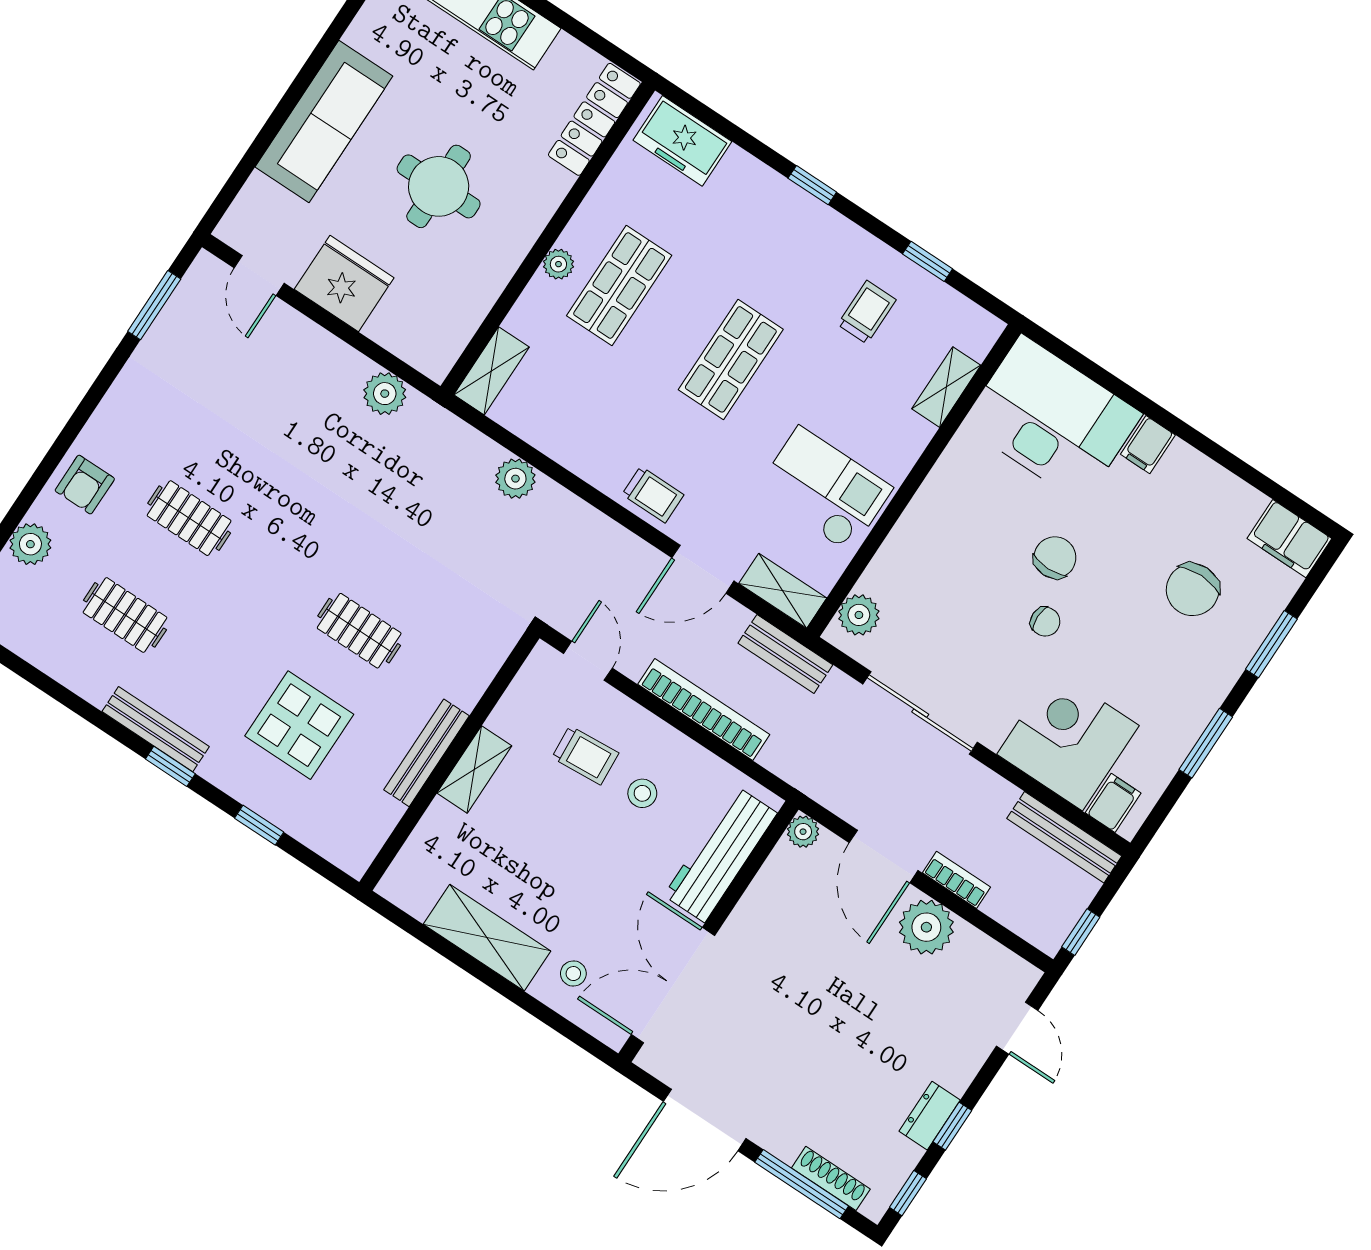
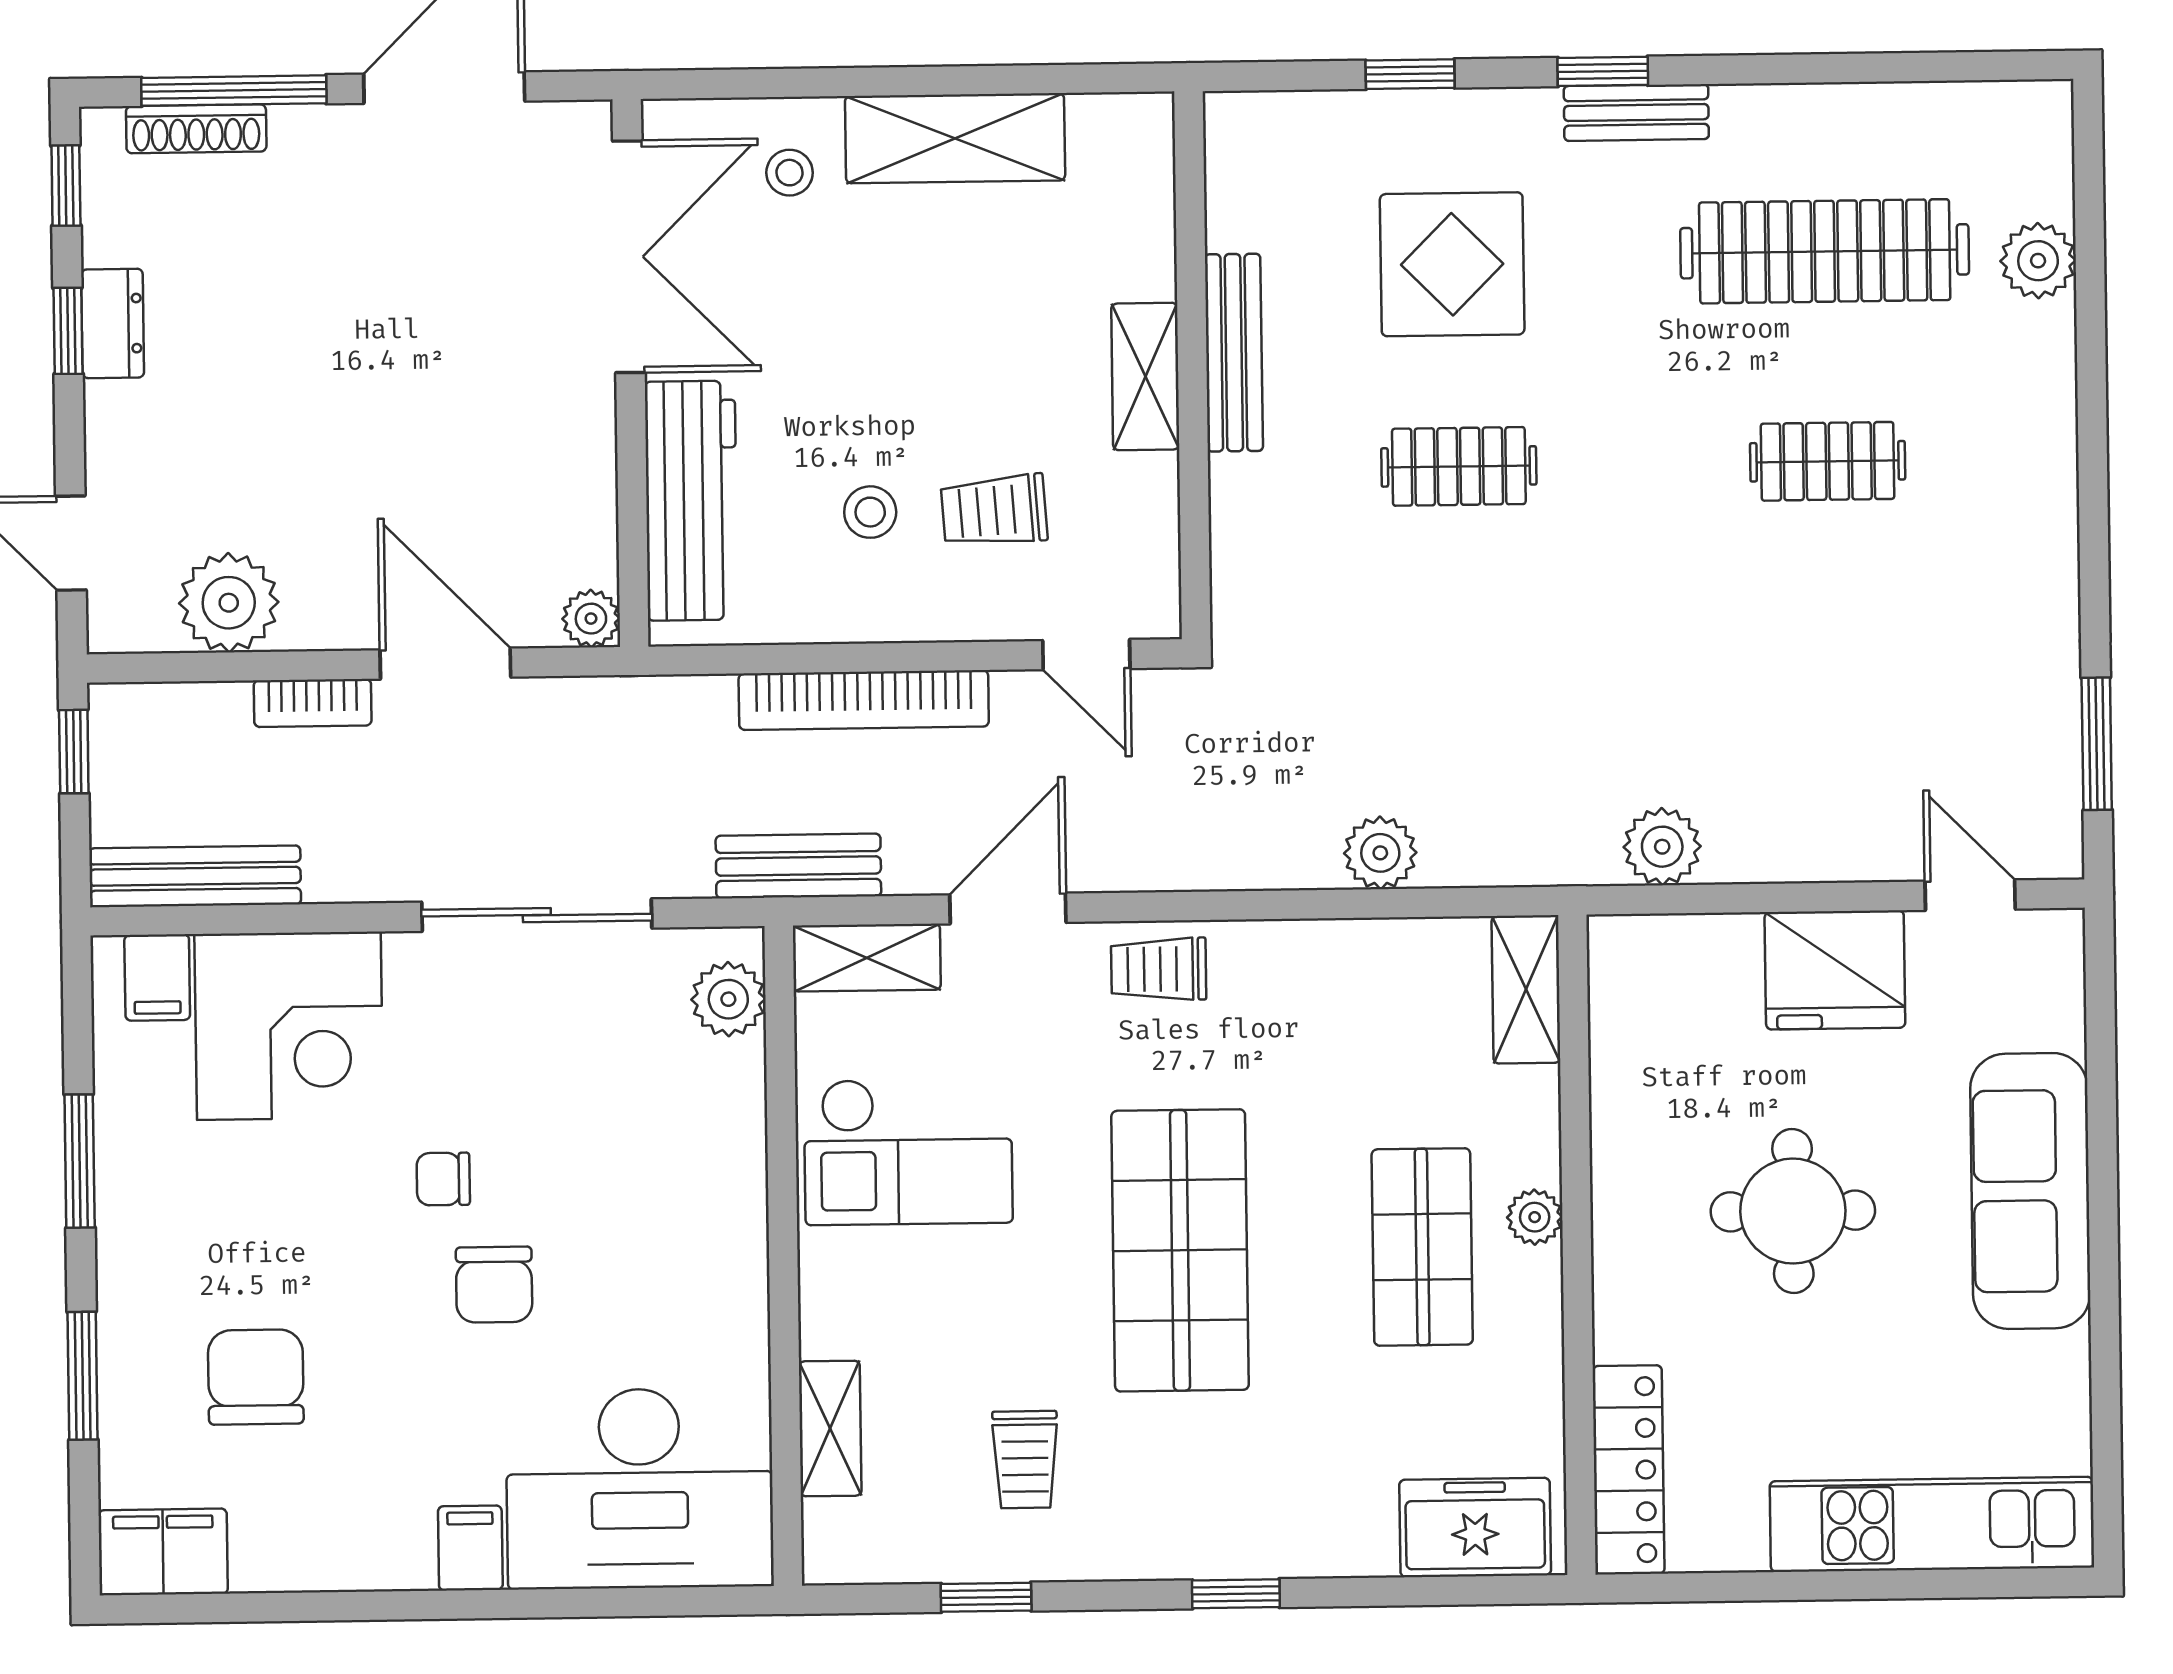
shop shelf: (731, 359) -> (1180, 1250), width x1.43, depth x1.36
armchair: (85, 485) -> (2018, 405), removed
clothes rail: (125, 615) -> (1825, 251), width x1.86, depth x1.31
bench: (156, 729) -> (1636, 113), width x0.73
plant: (926, 927) -> (229, 603), moved

